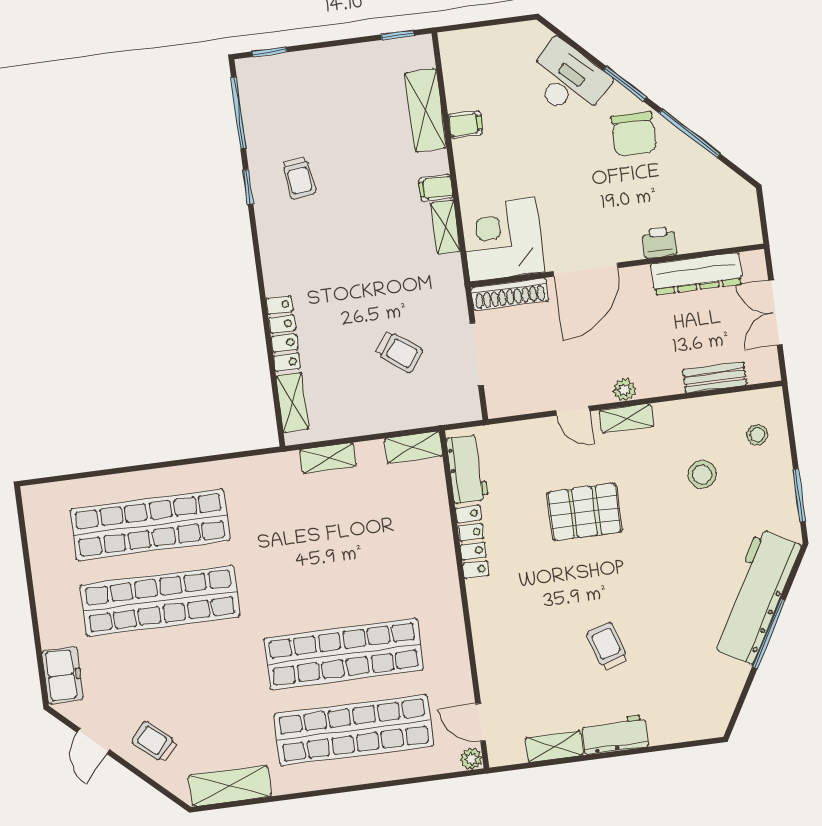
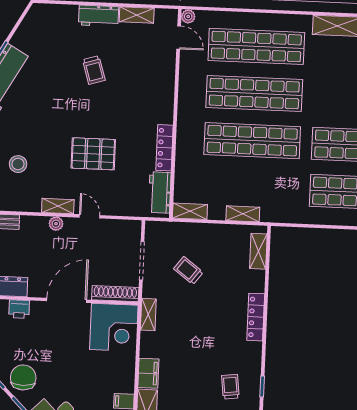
filing cabinet: (436, 188) -> (148, 373), width x2.00
shelving: (445, 227) -> (148, 314), moved
locker: (283, 334) -> (256, 317), moved
shop shelf: (334, 578) -> (252, 141), added

